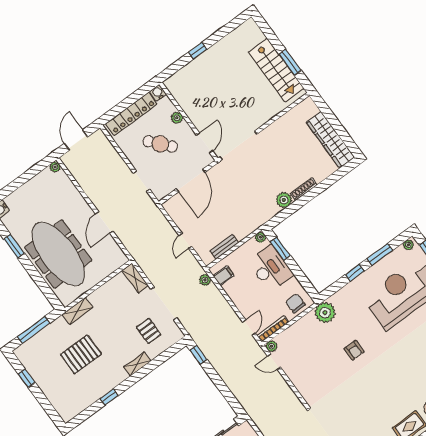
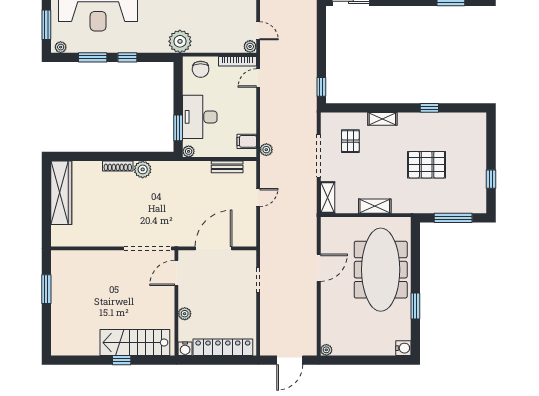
stairs: (276, 70) -> (135, 343), moved, turned -90
cafe table: (160, 144) -> (217, 301), removed
shelving: (77, 311) -> (375, 206), moved

